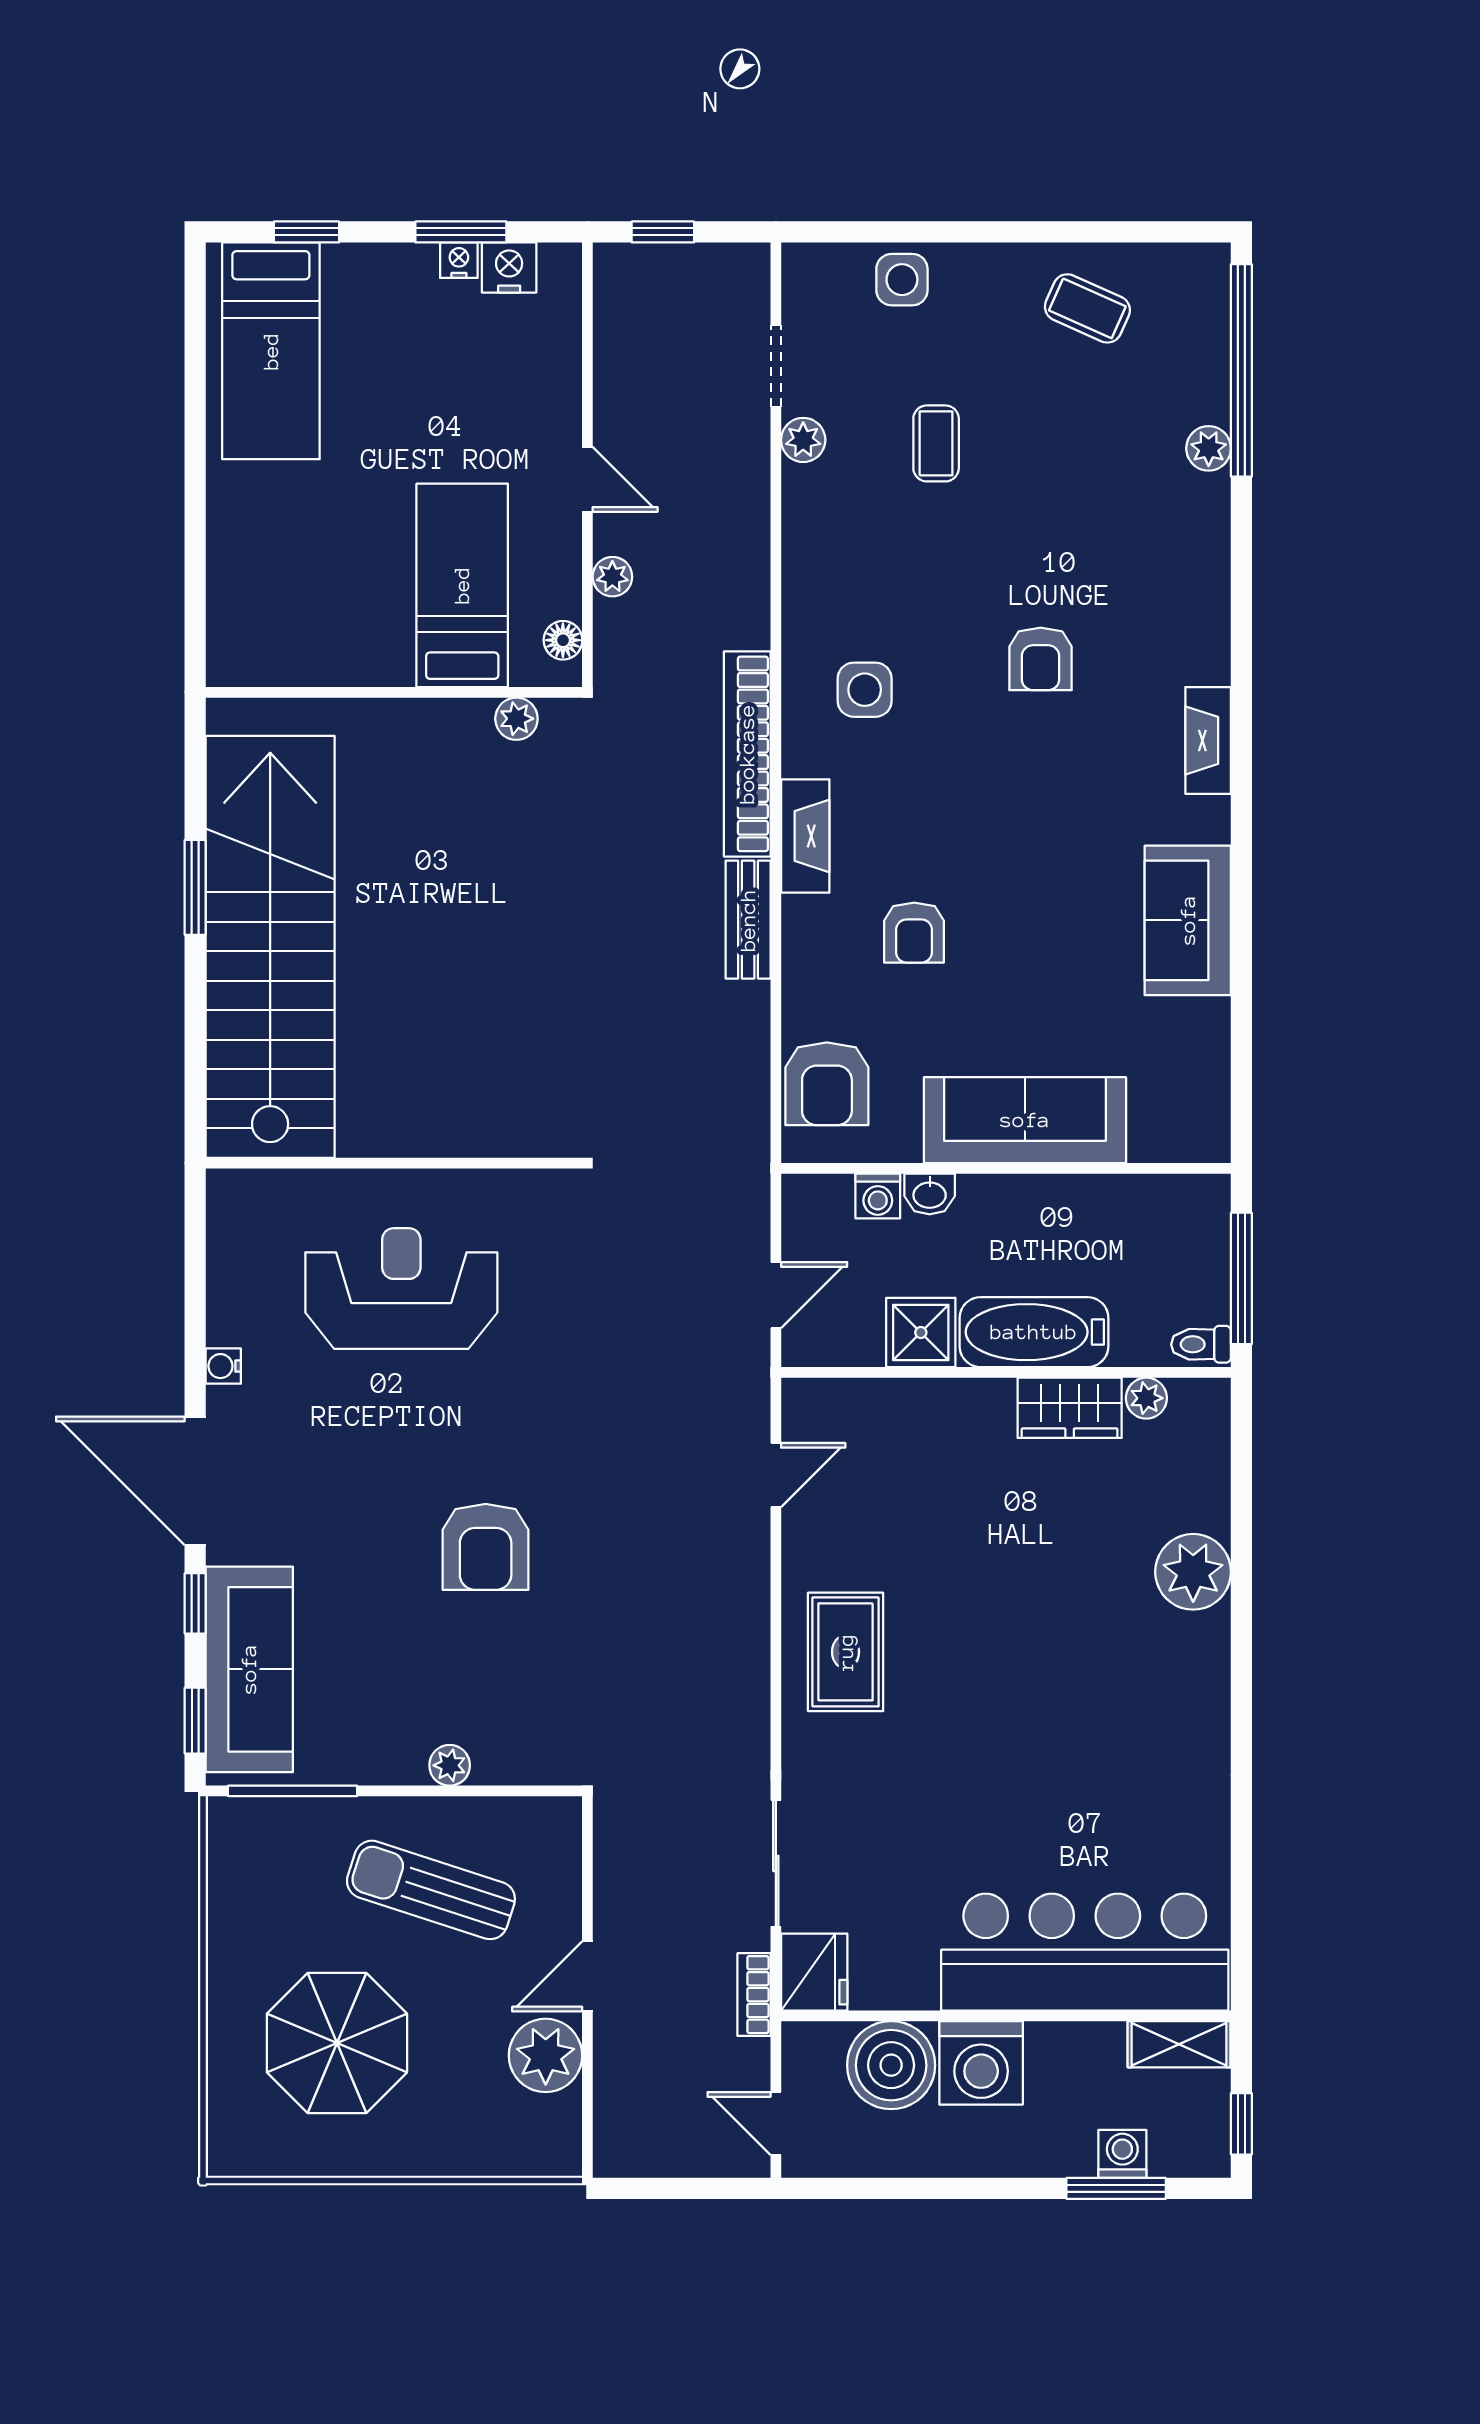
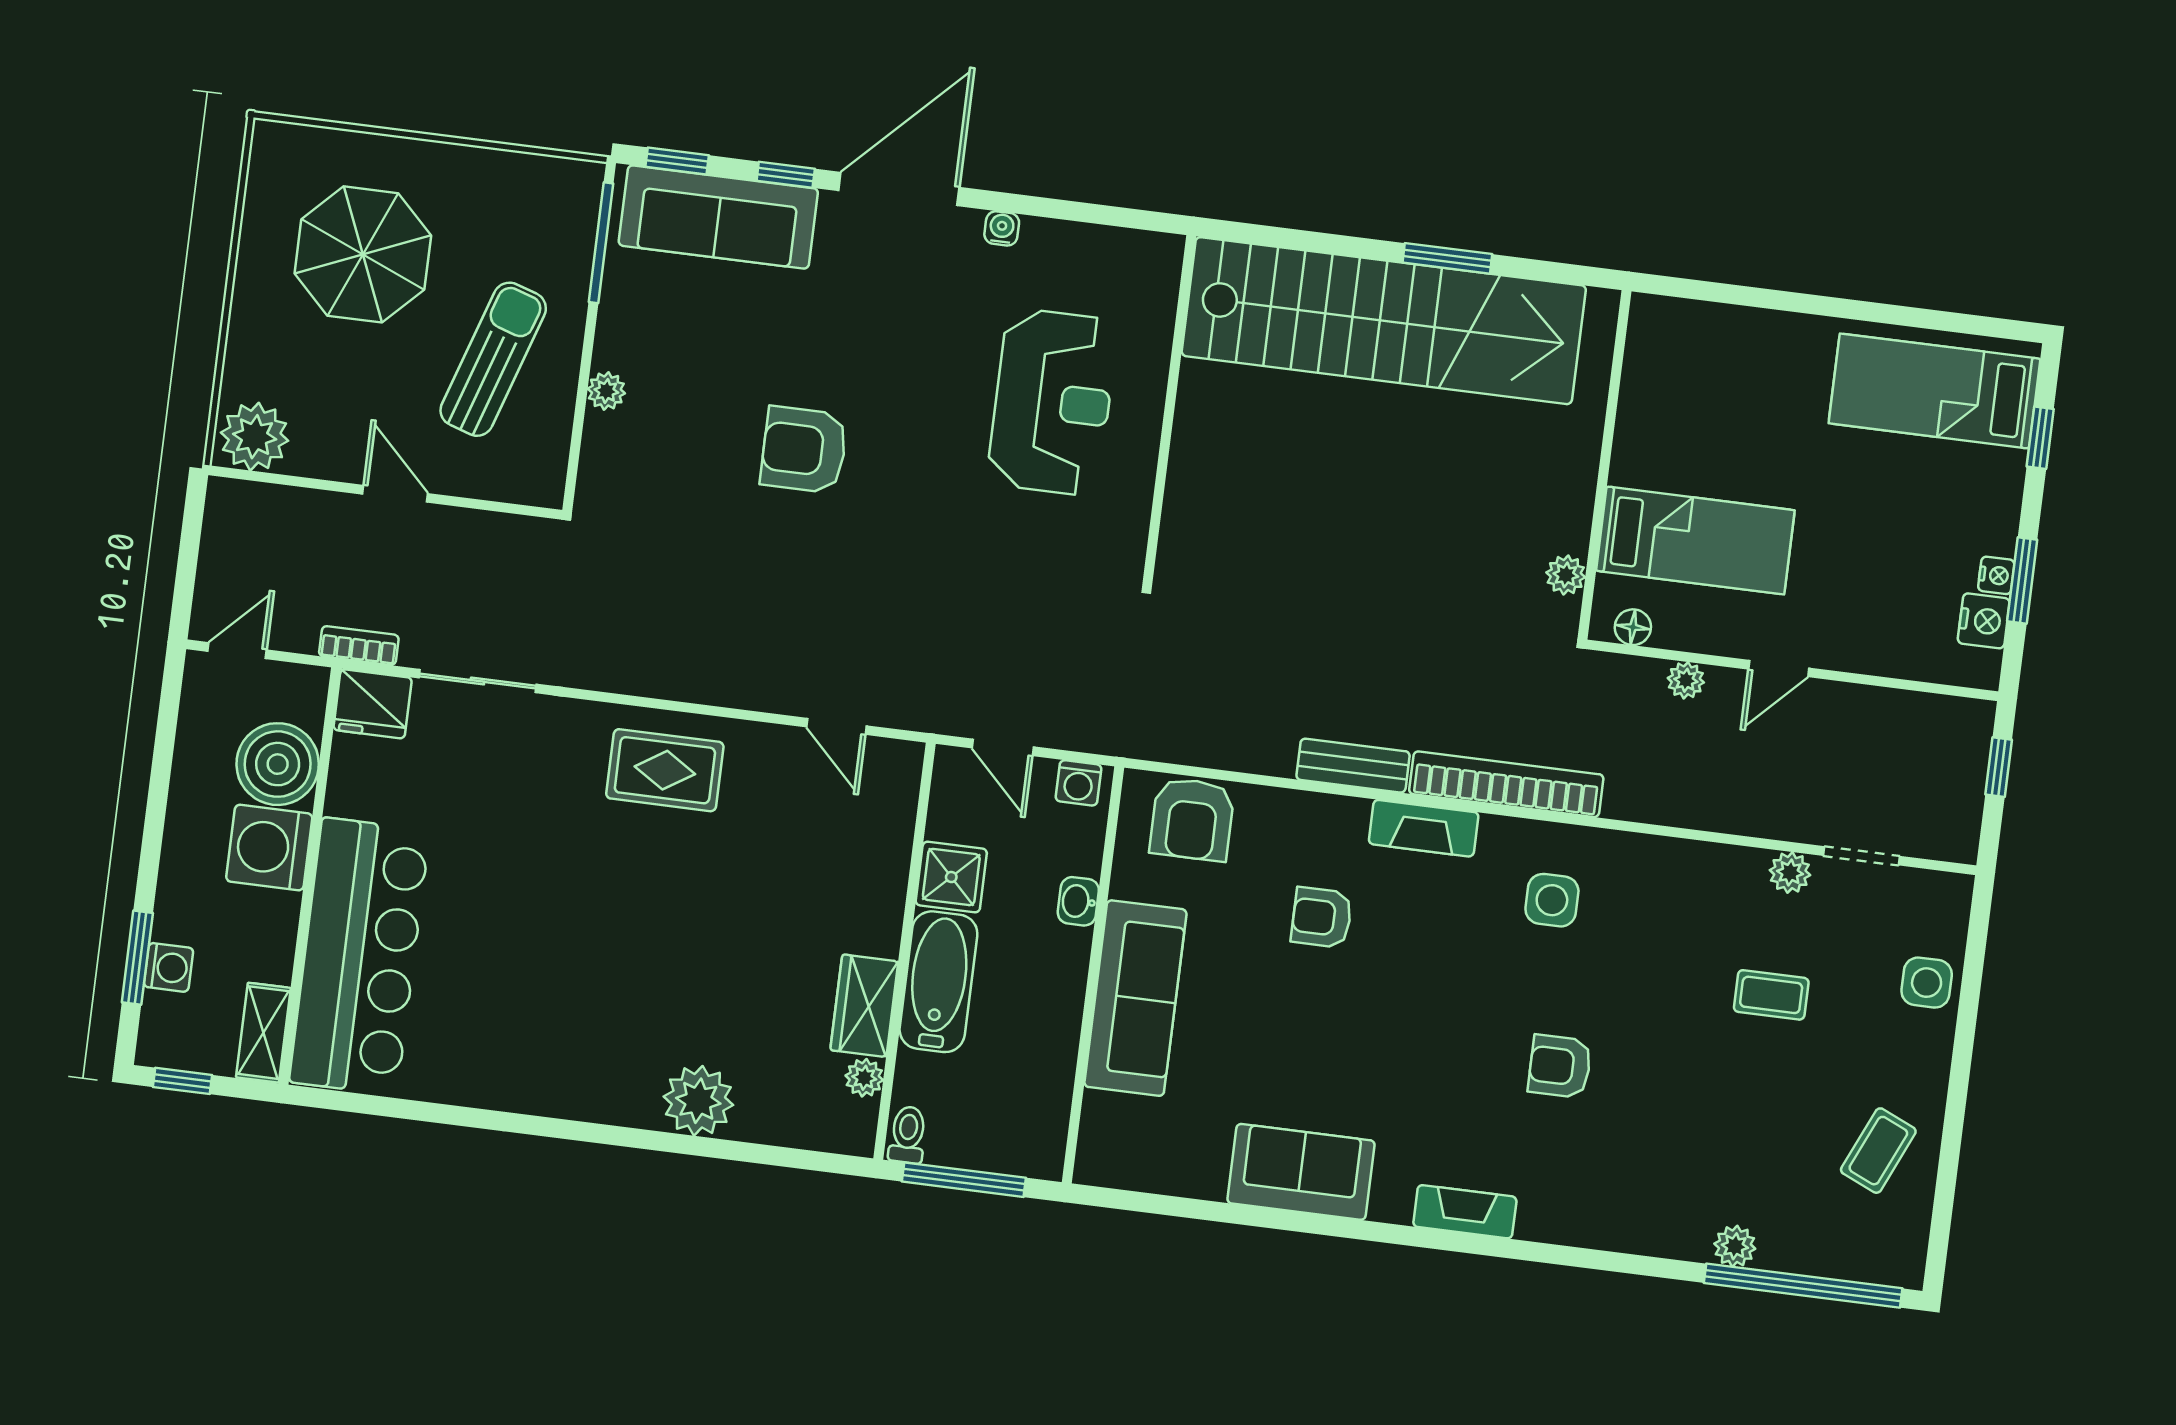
armchair: (827, 1084) -> (1192, 819), turned -90
washing machine: (878, 1196) -> (1078, 783), moved, turned -90
plant: (546, 2055) -> (255, 437), moved

